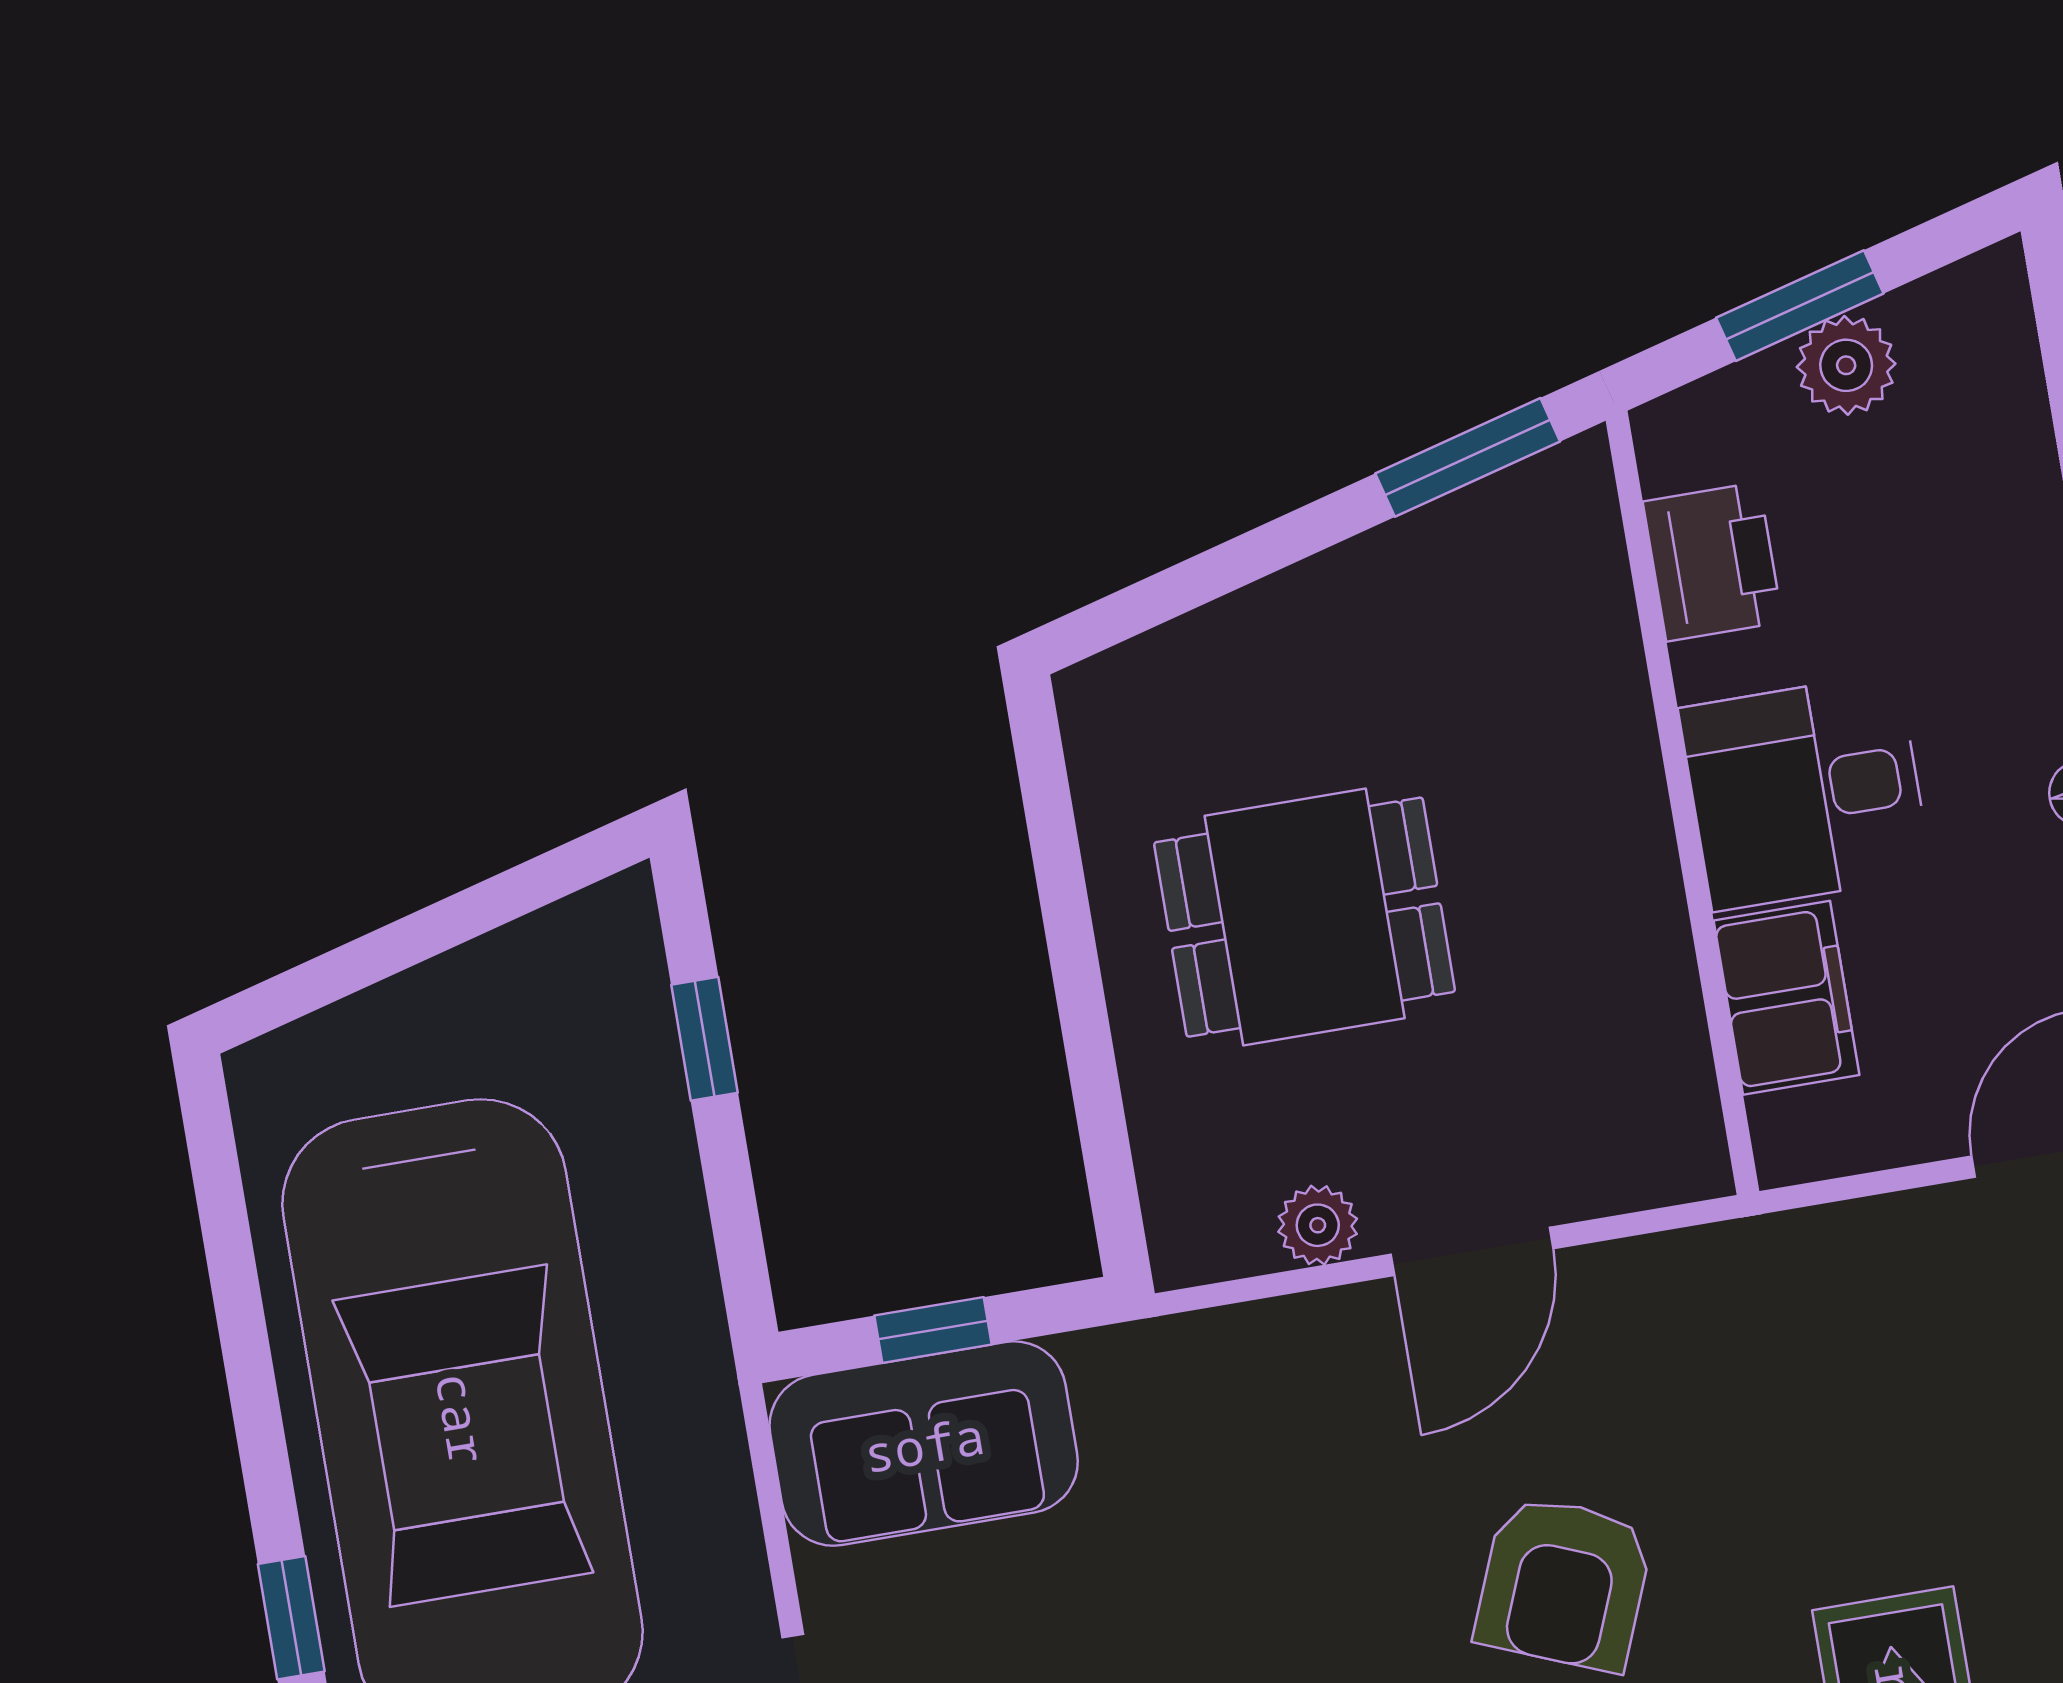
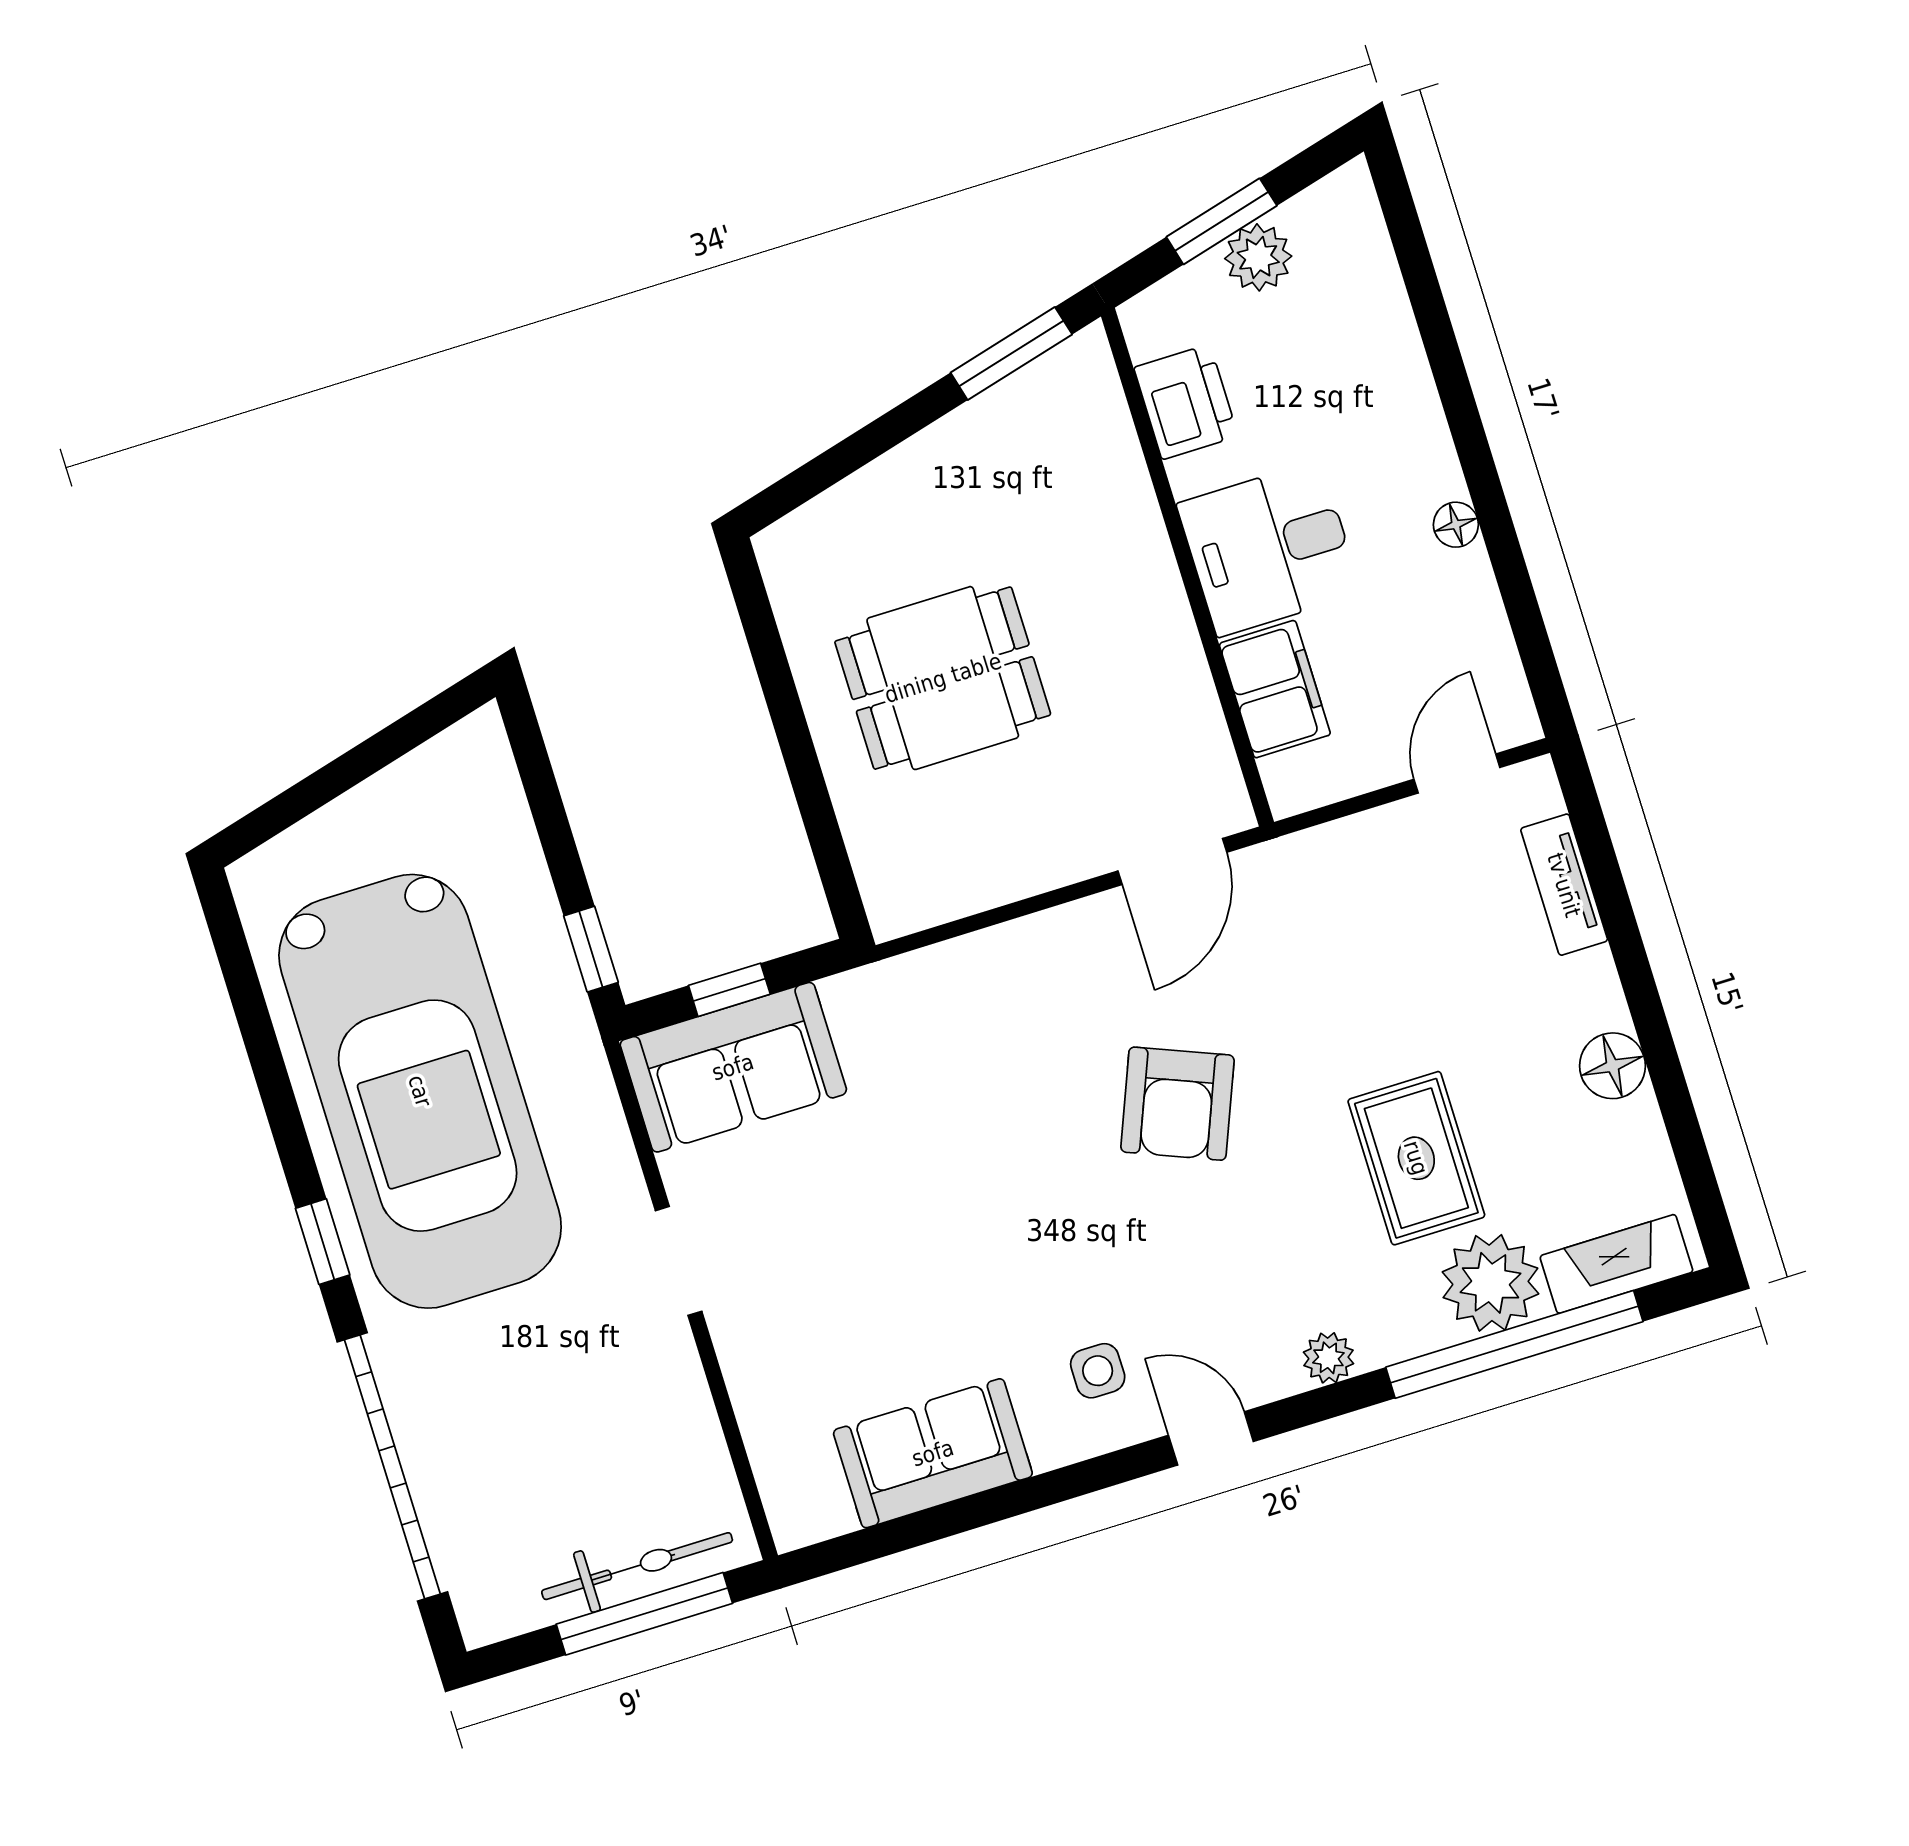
window: (704, 1039) -> (591, 949), moved
plant: (1318, 1225) -> (979, 885), removed
door: (1472, 1251) -> (1172, 862), moved

